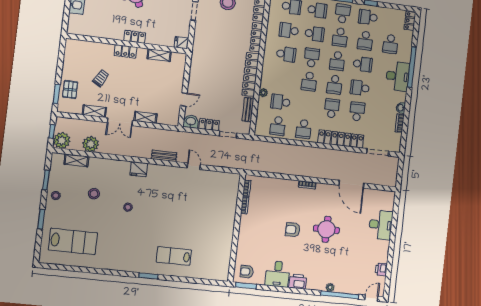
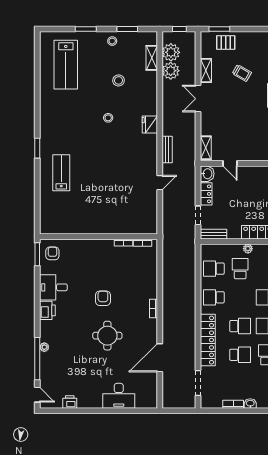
bench: (248, 110) -> (214, 234), moved
shelving: (145, 117) -> (206, 148), moved
plant: (62, 140) -> (171, 52), moved

